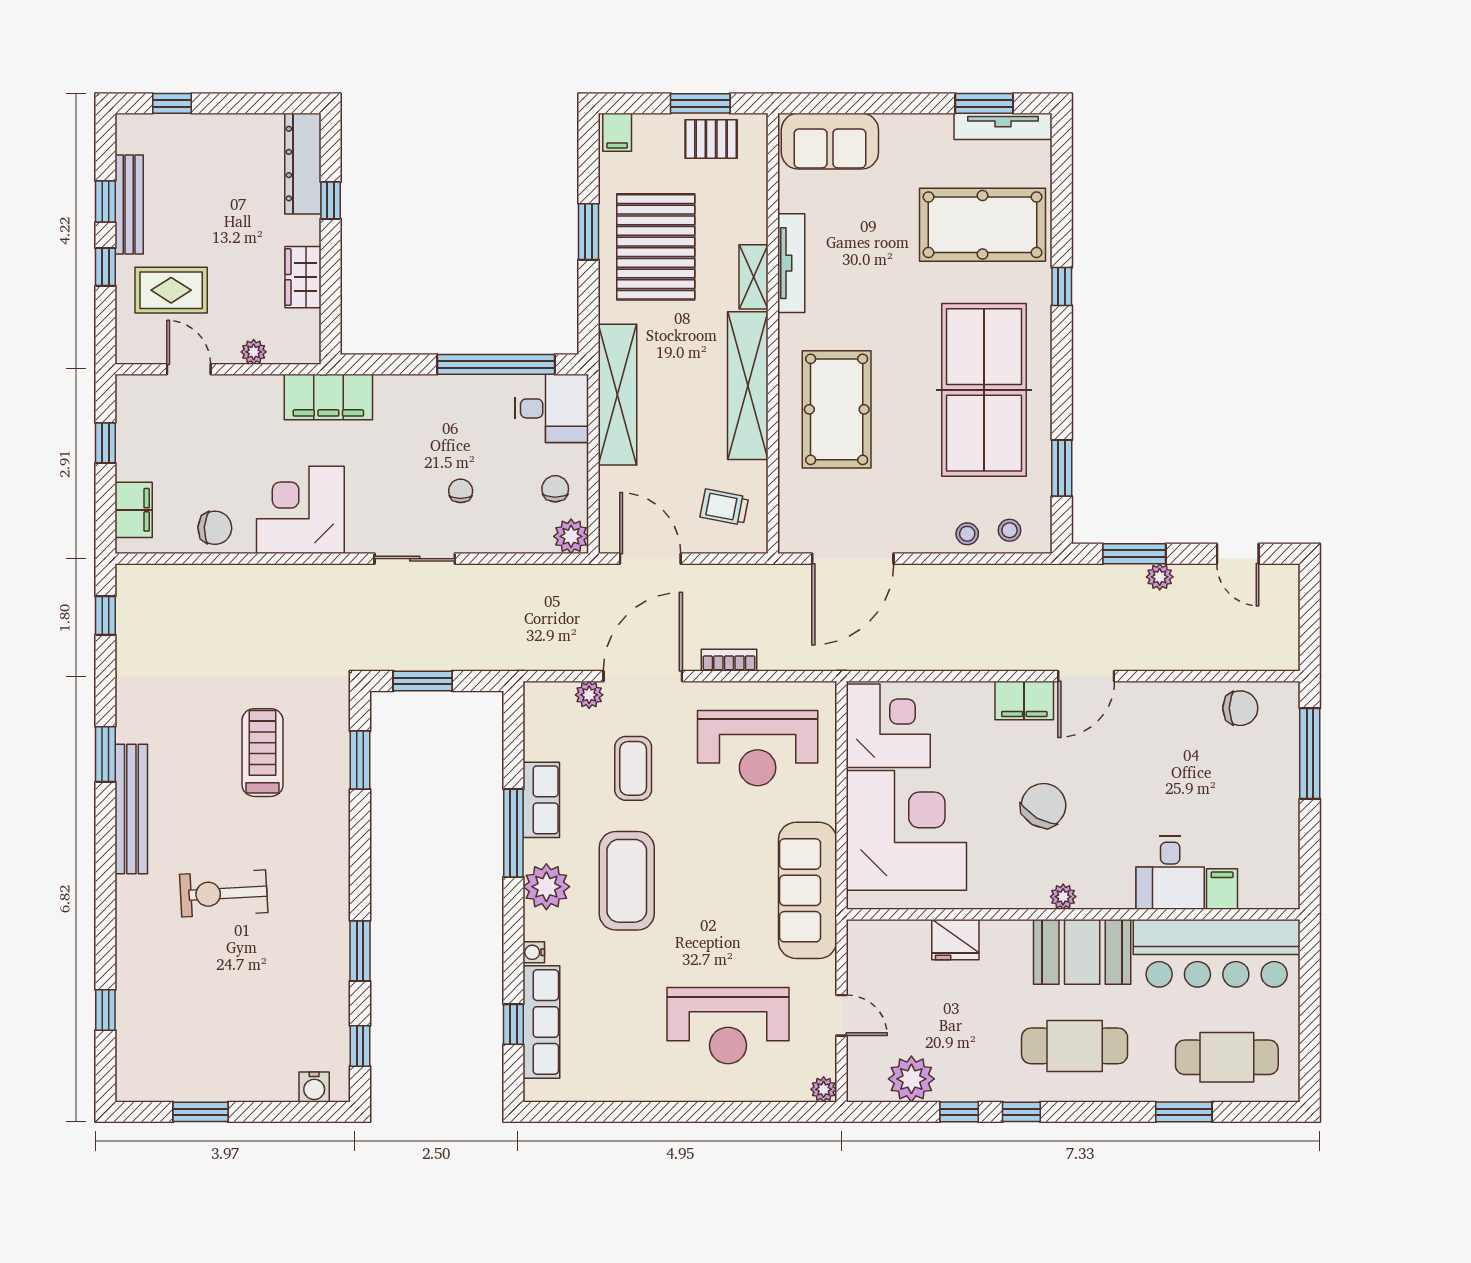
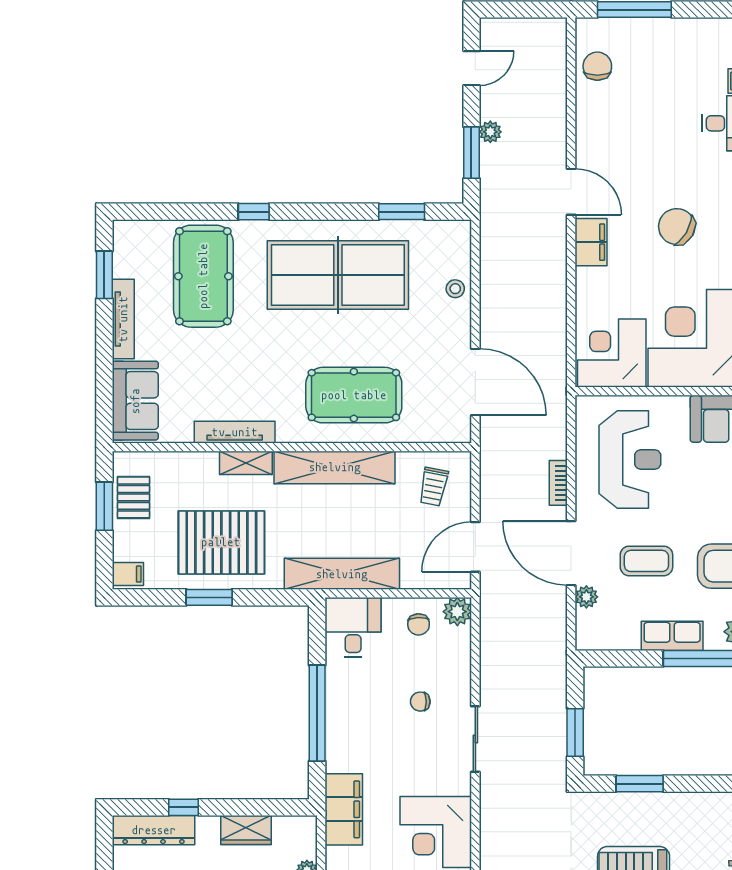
tv unit: (1003, 126) -> (123, 319), moved
window: (496, 364) -> (317, 713), moved
chair: (555, 489) -> (419, 624), turned -93
stool: (1010, 530) -> (452, 254), removed

